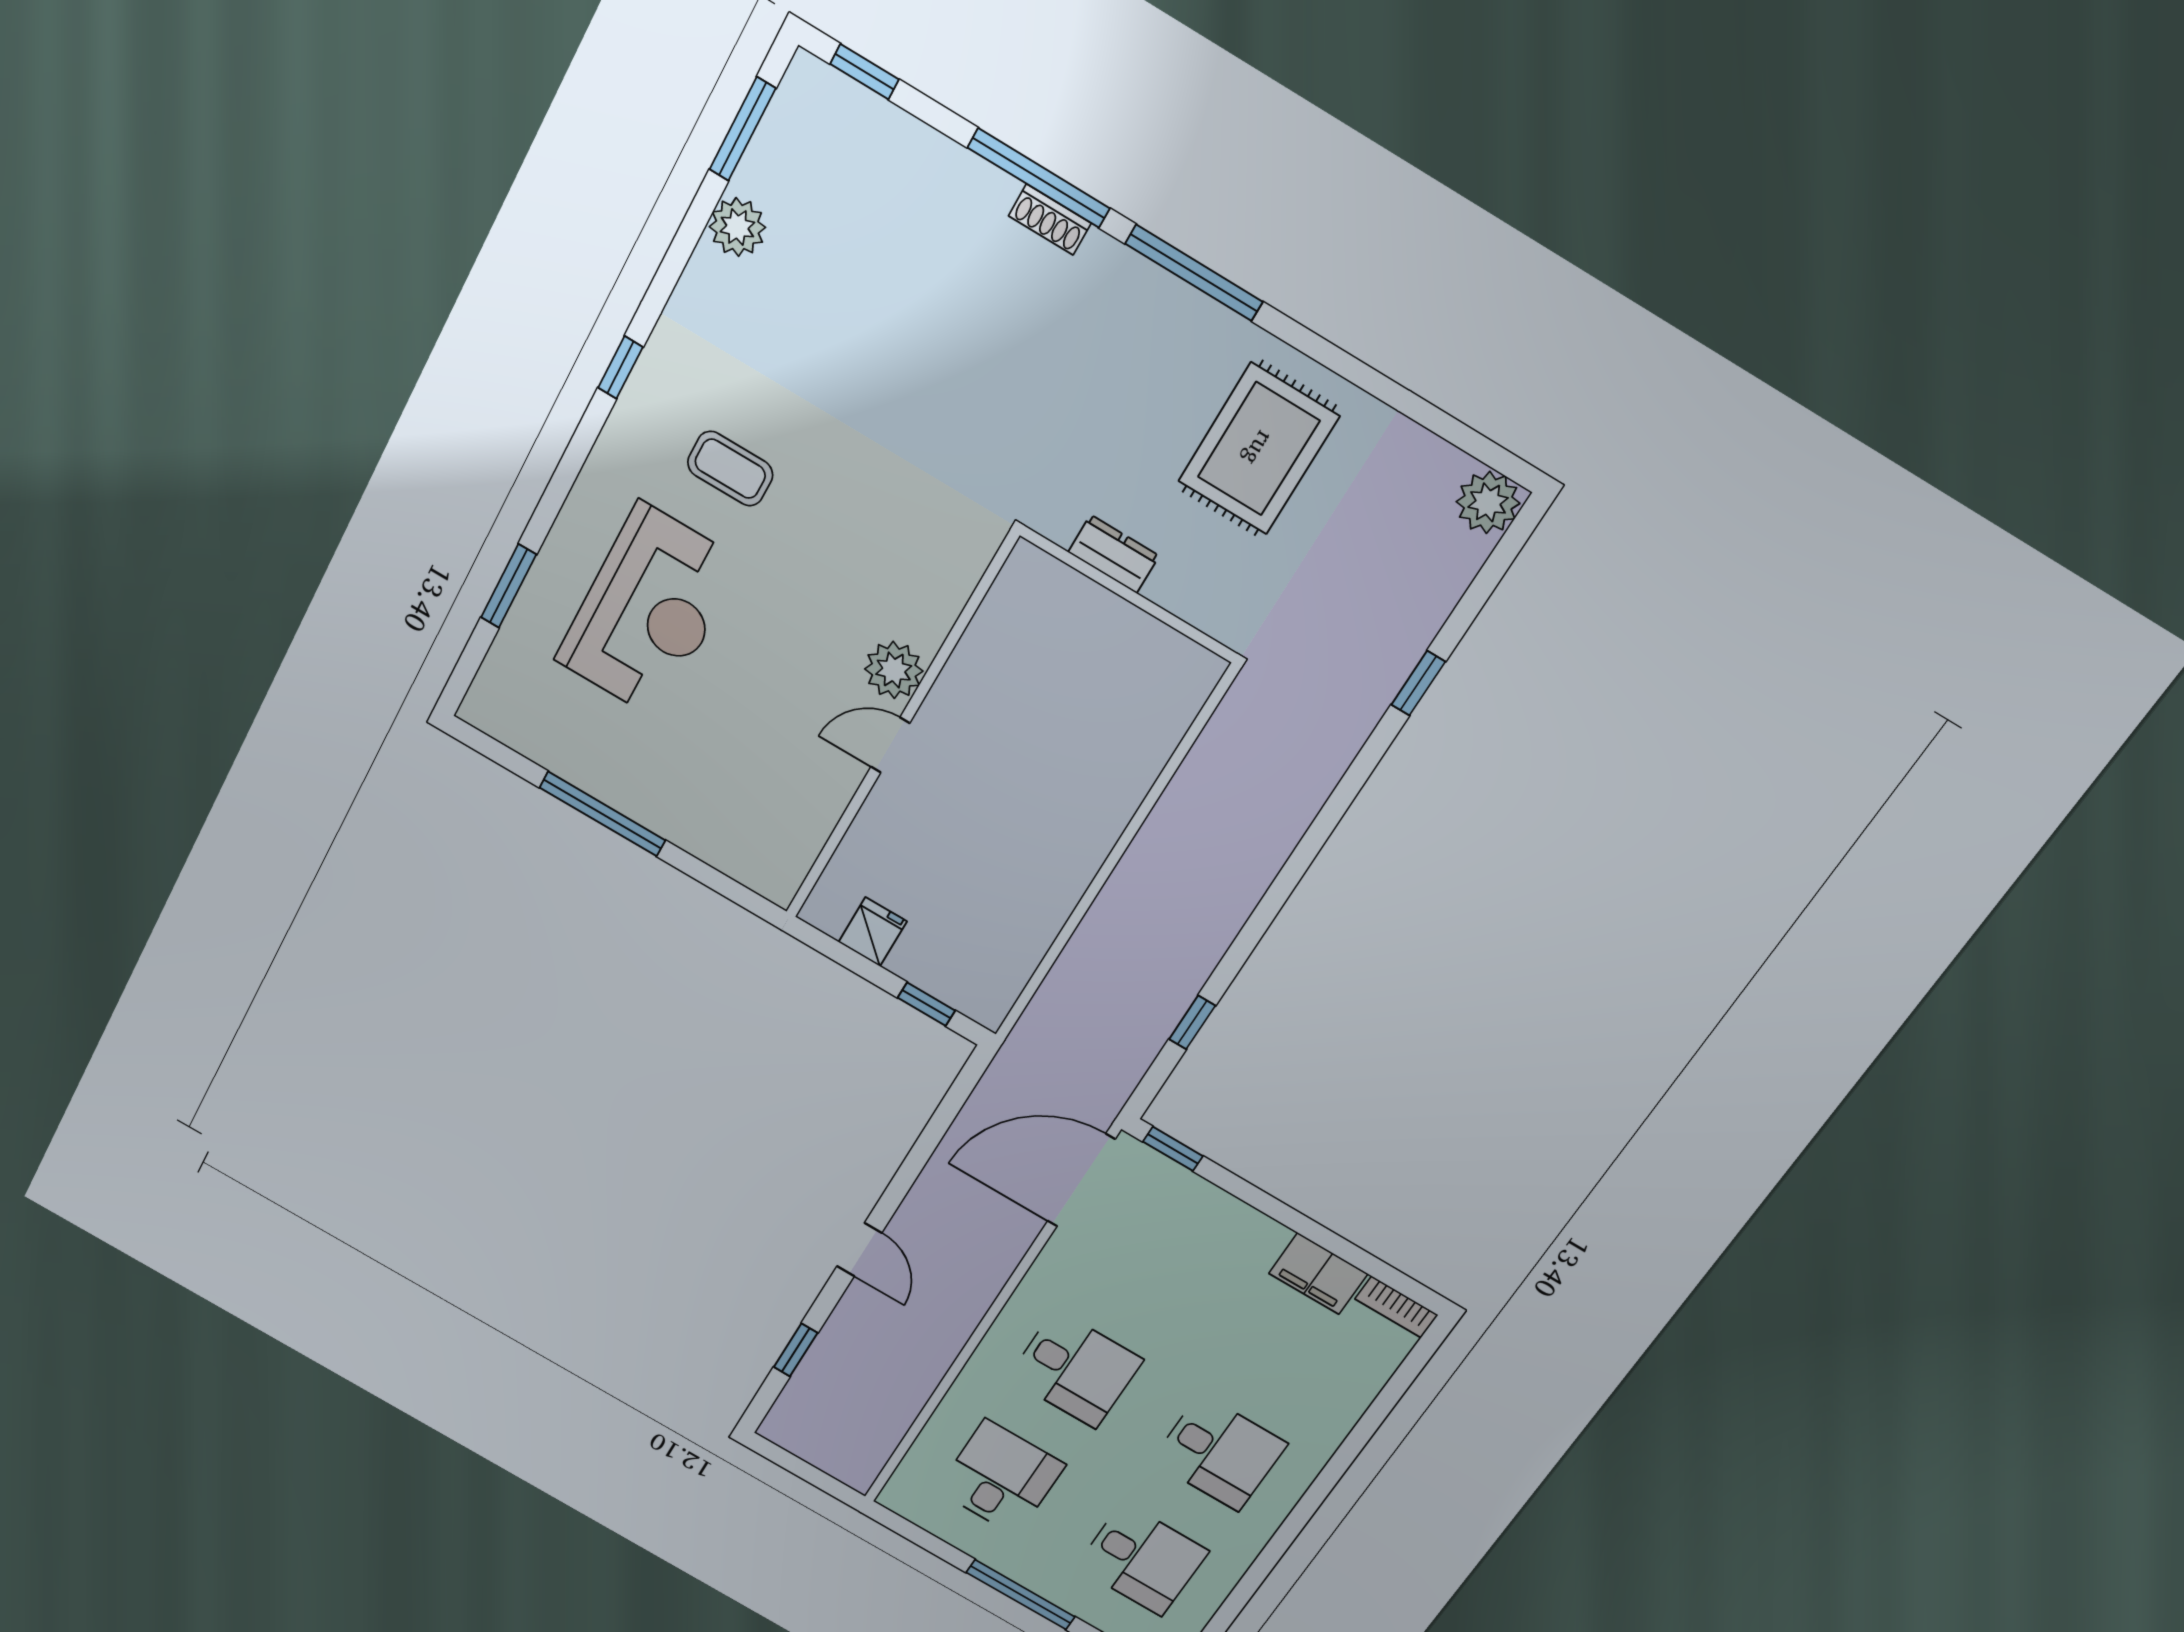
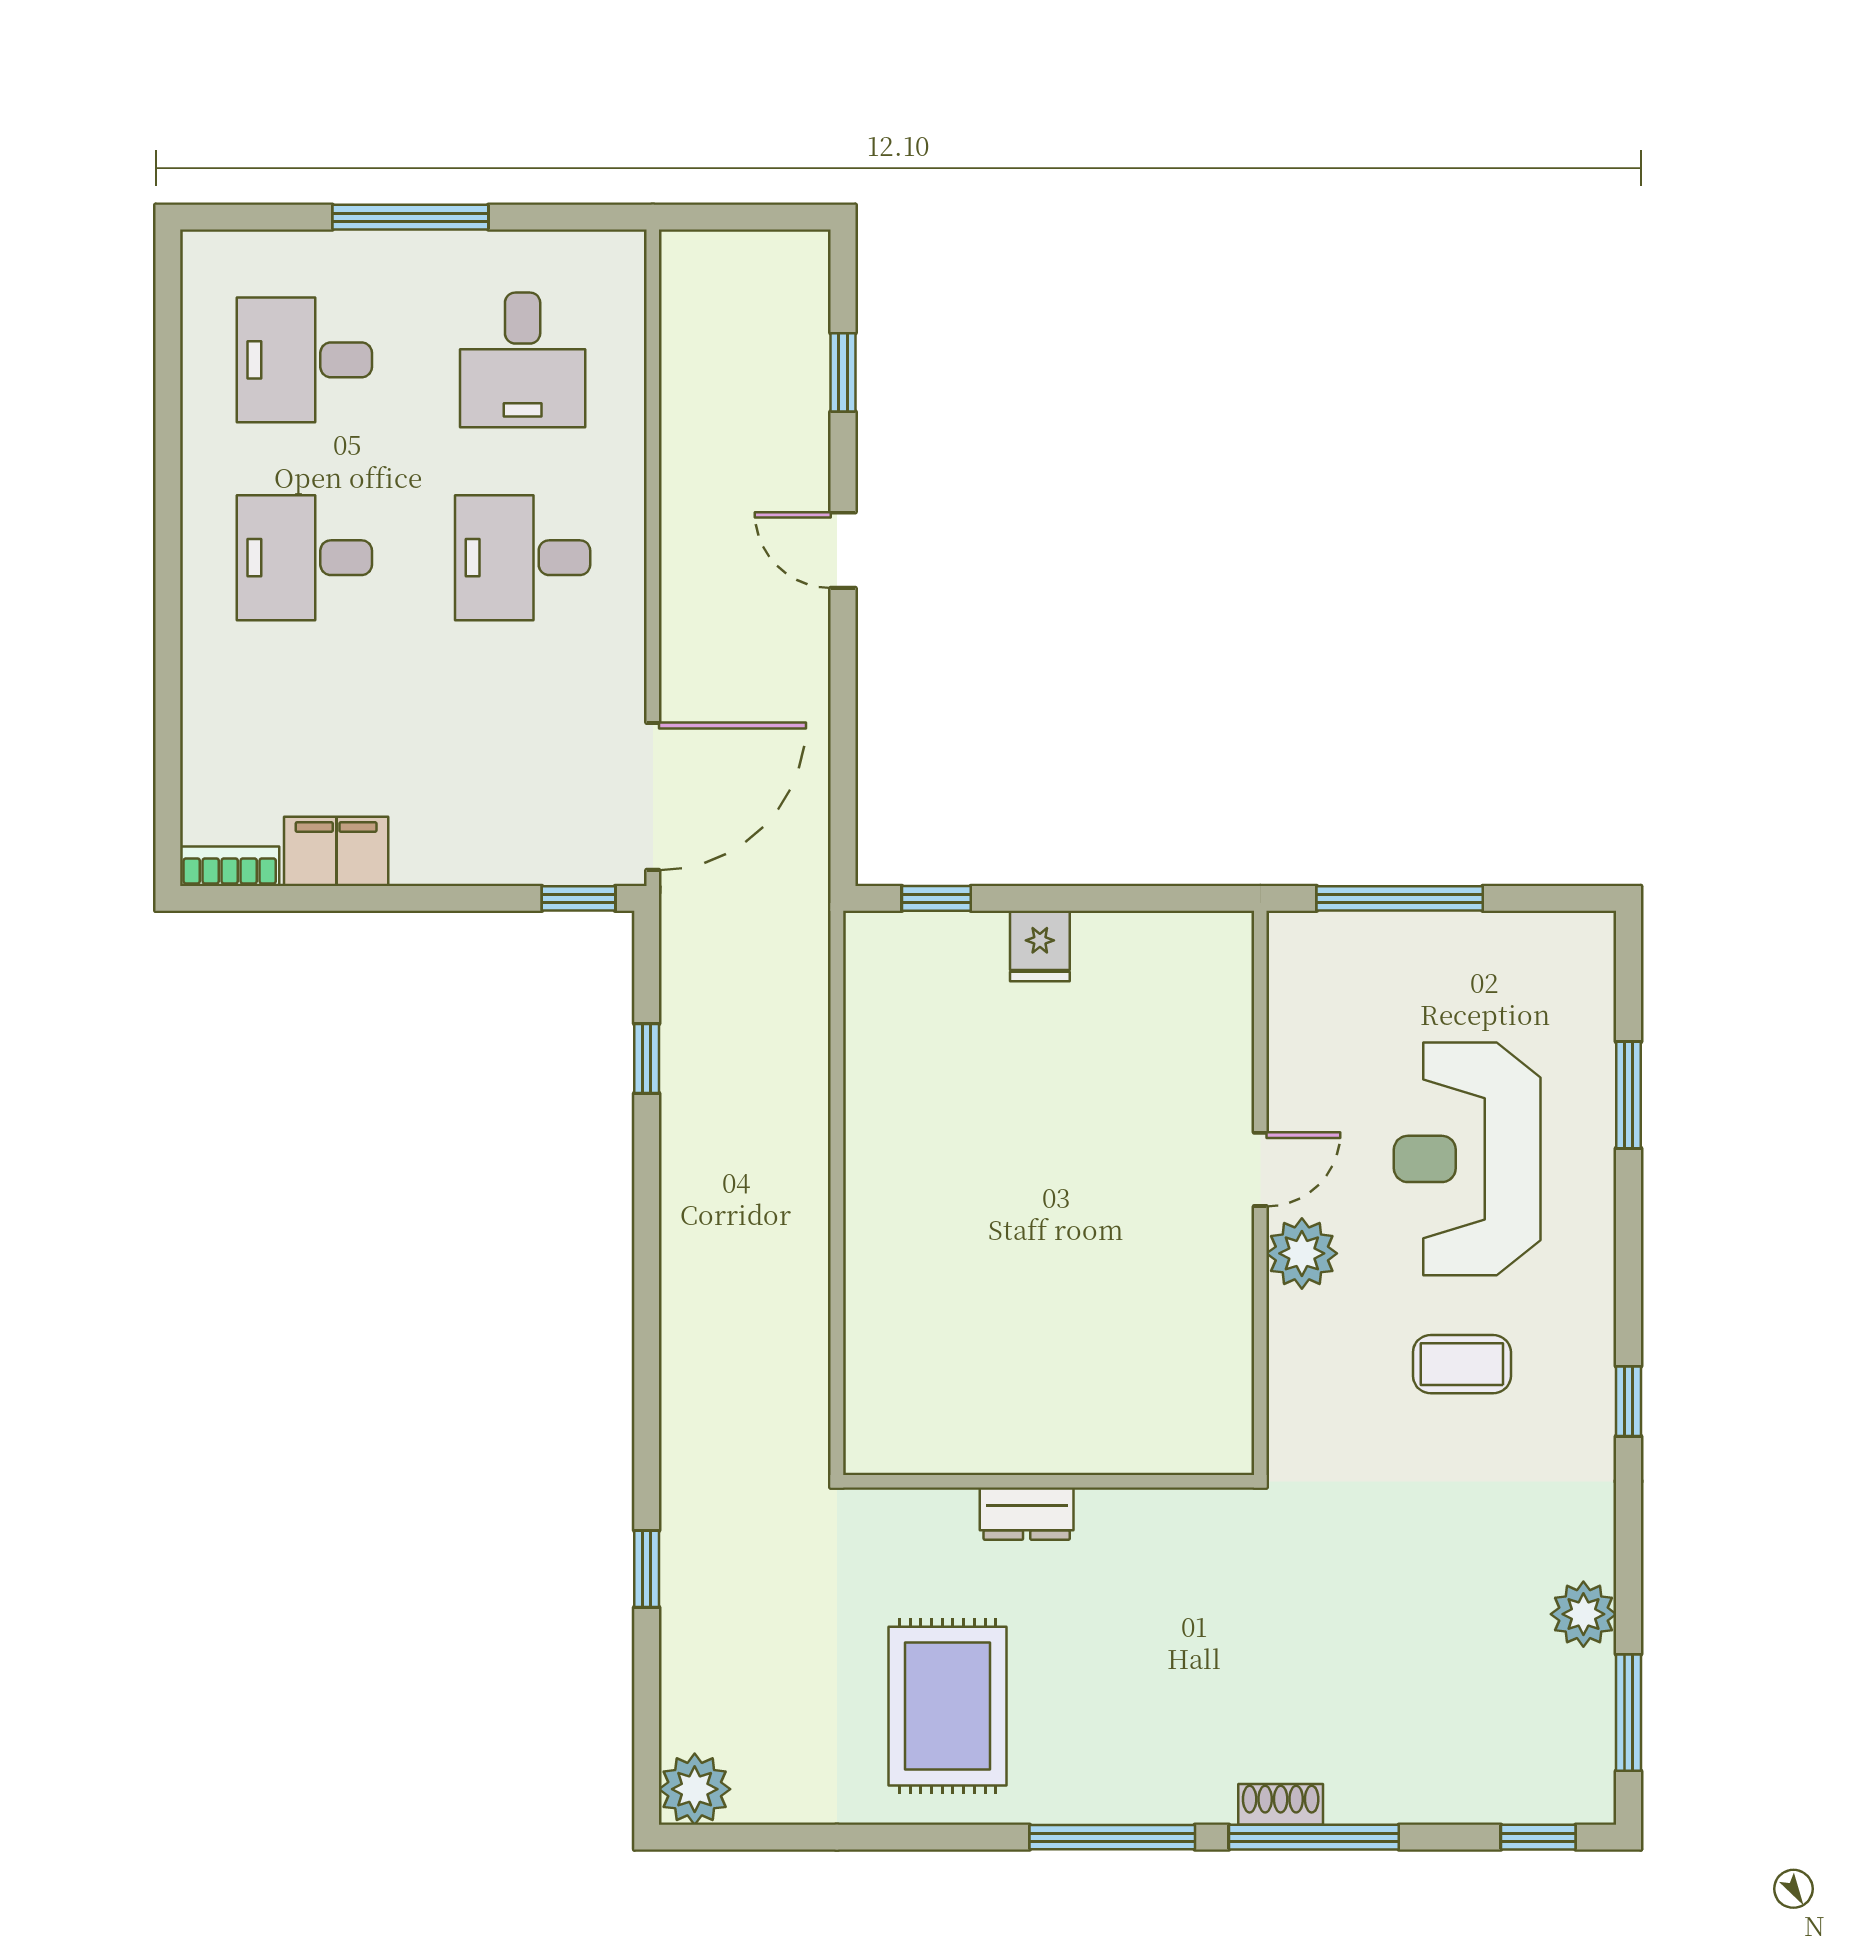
plant: (894, 670) -> (1302, 1253), moved
wall: (900, 729) -> (1260, 1193), moved
door: (890, 745) -> (1260, 1169), moved

